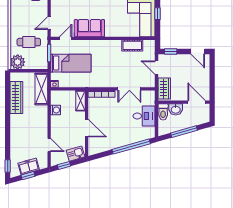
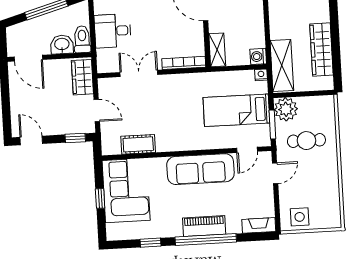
sofa: (89, 28) -> (200, 169), width x1.36
plant: (18, 62) -> (286, 109), moved
washing machine: (56, 110) -> (258, 56), moved

